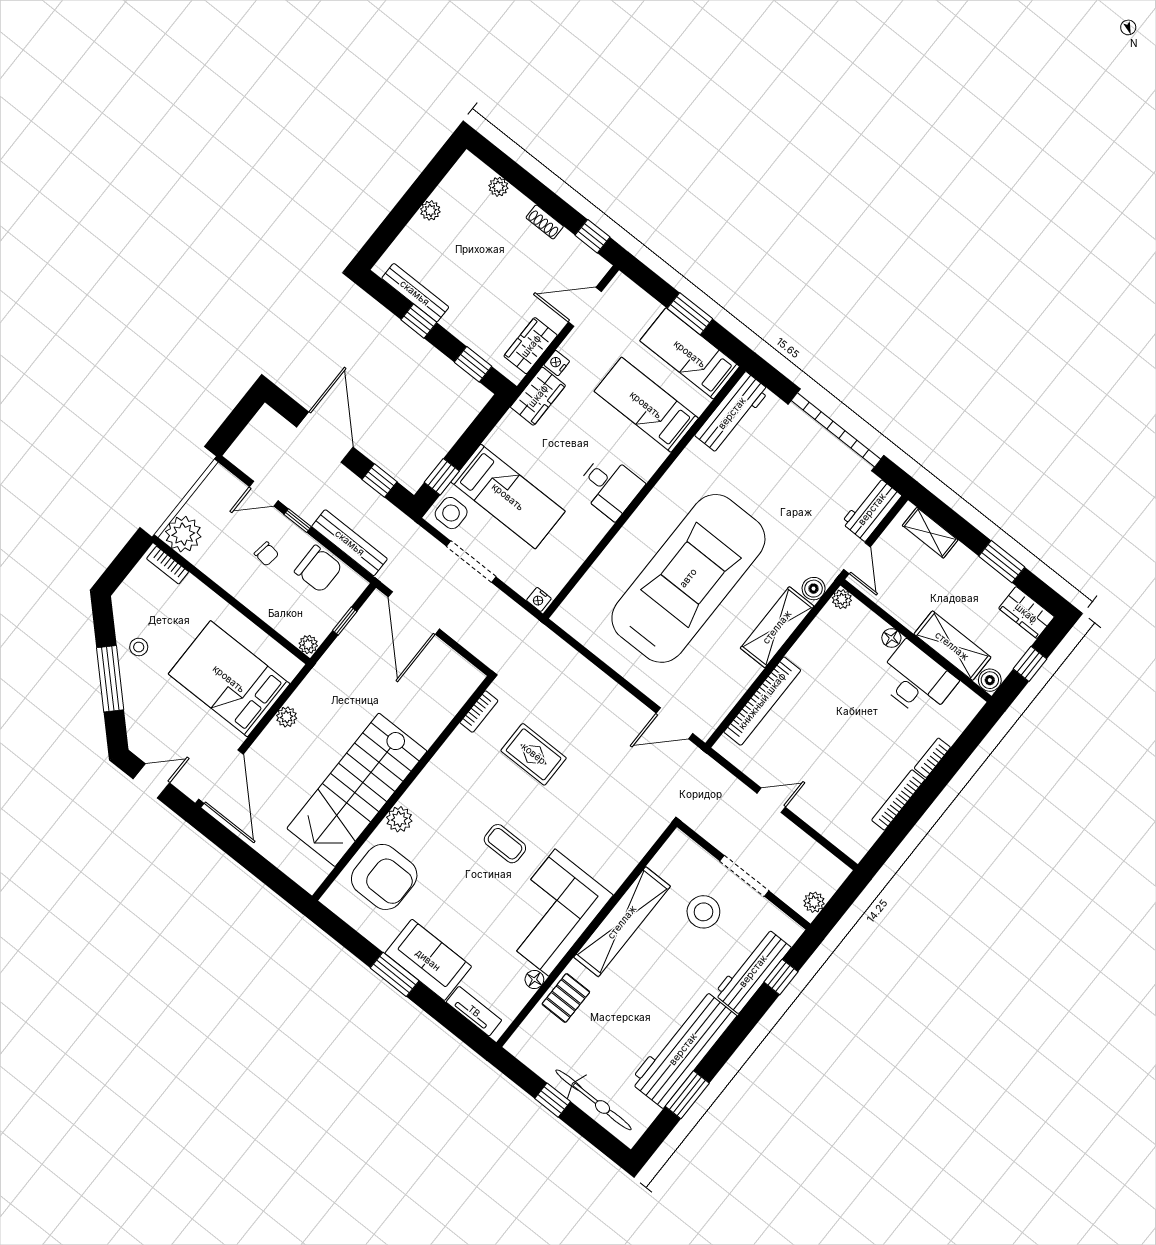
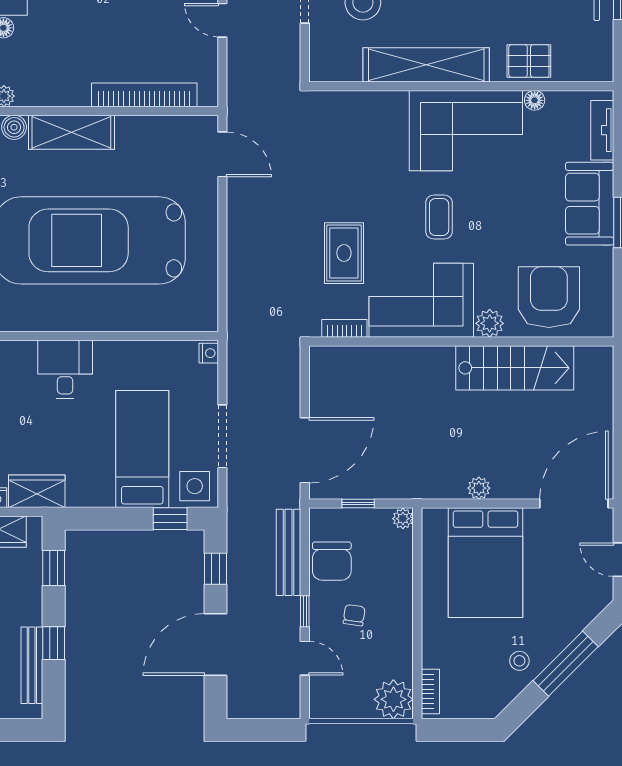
chair: (318, 569) -> (332, 561), turned 180
corner sofa: (455, 783) -> (421, 300), added
stairs: (357, 790) -> (515, 368), width x0.73, depth x0.66

